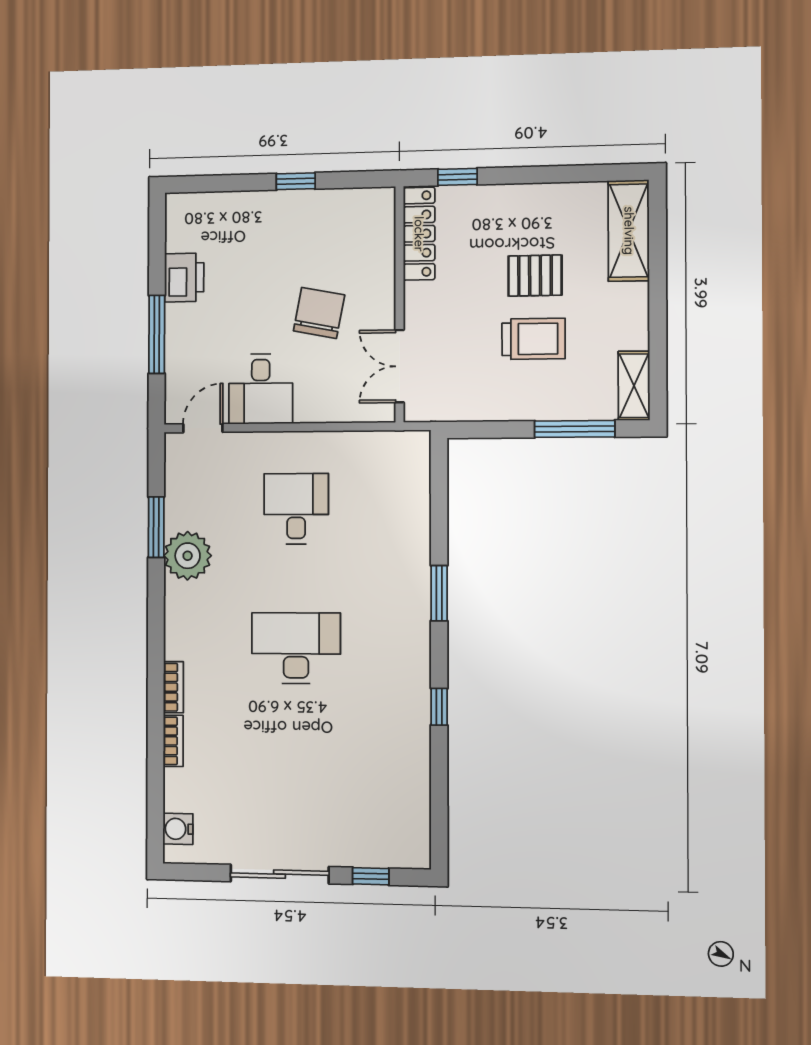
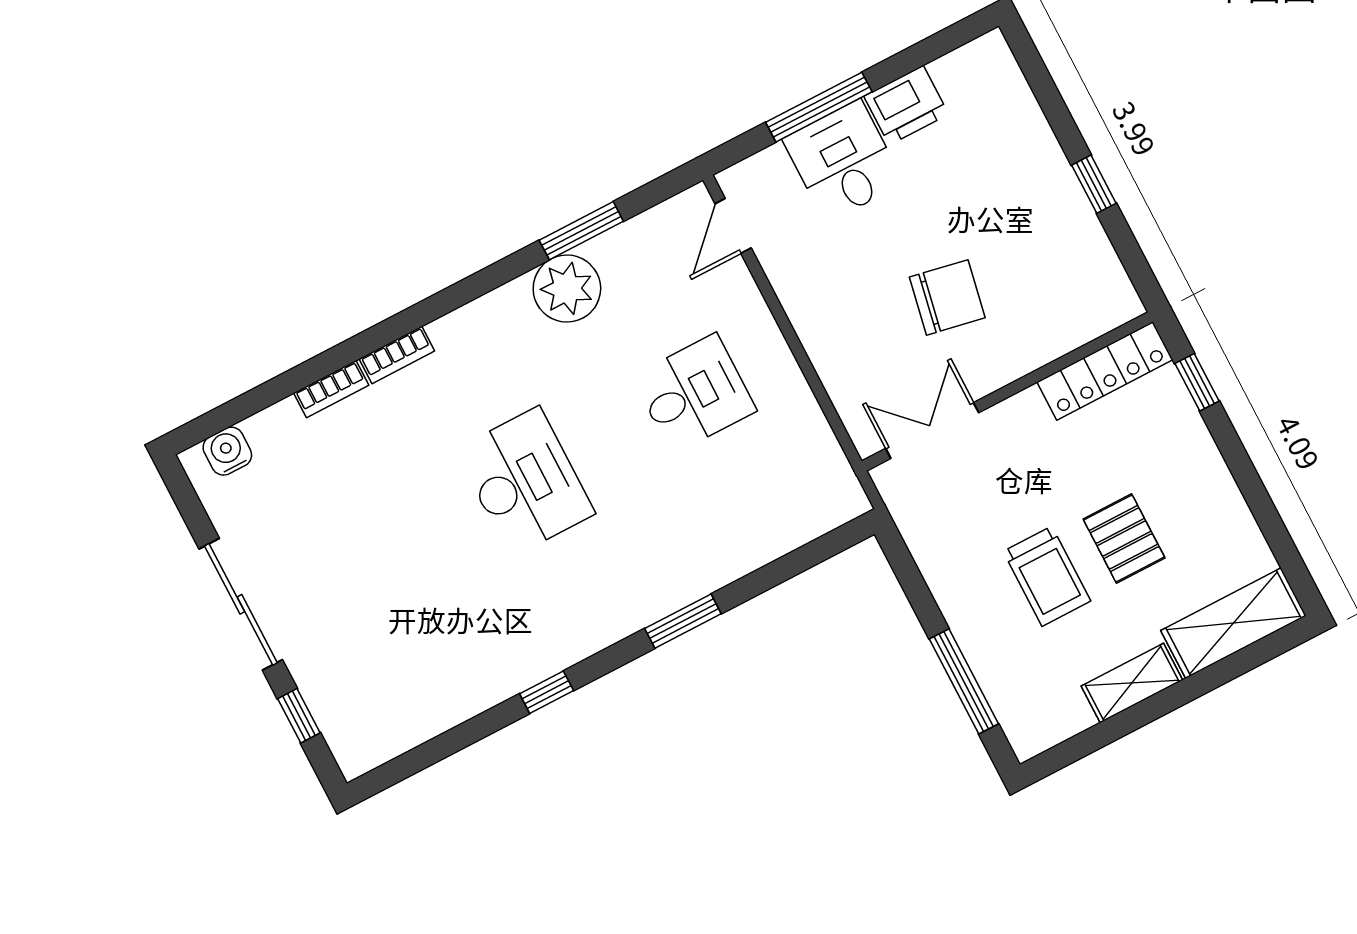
shelving: (634, 386) -> (1132, 683), moved
desk: (261, 389) -> (843, 161), moved, turned 90
door: (203, 428) -> (733, 226), swing flipped

